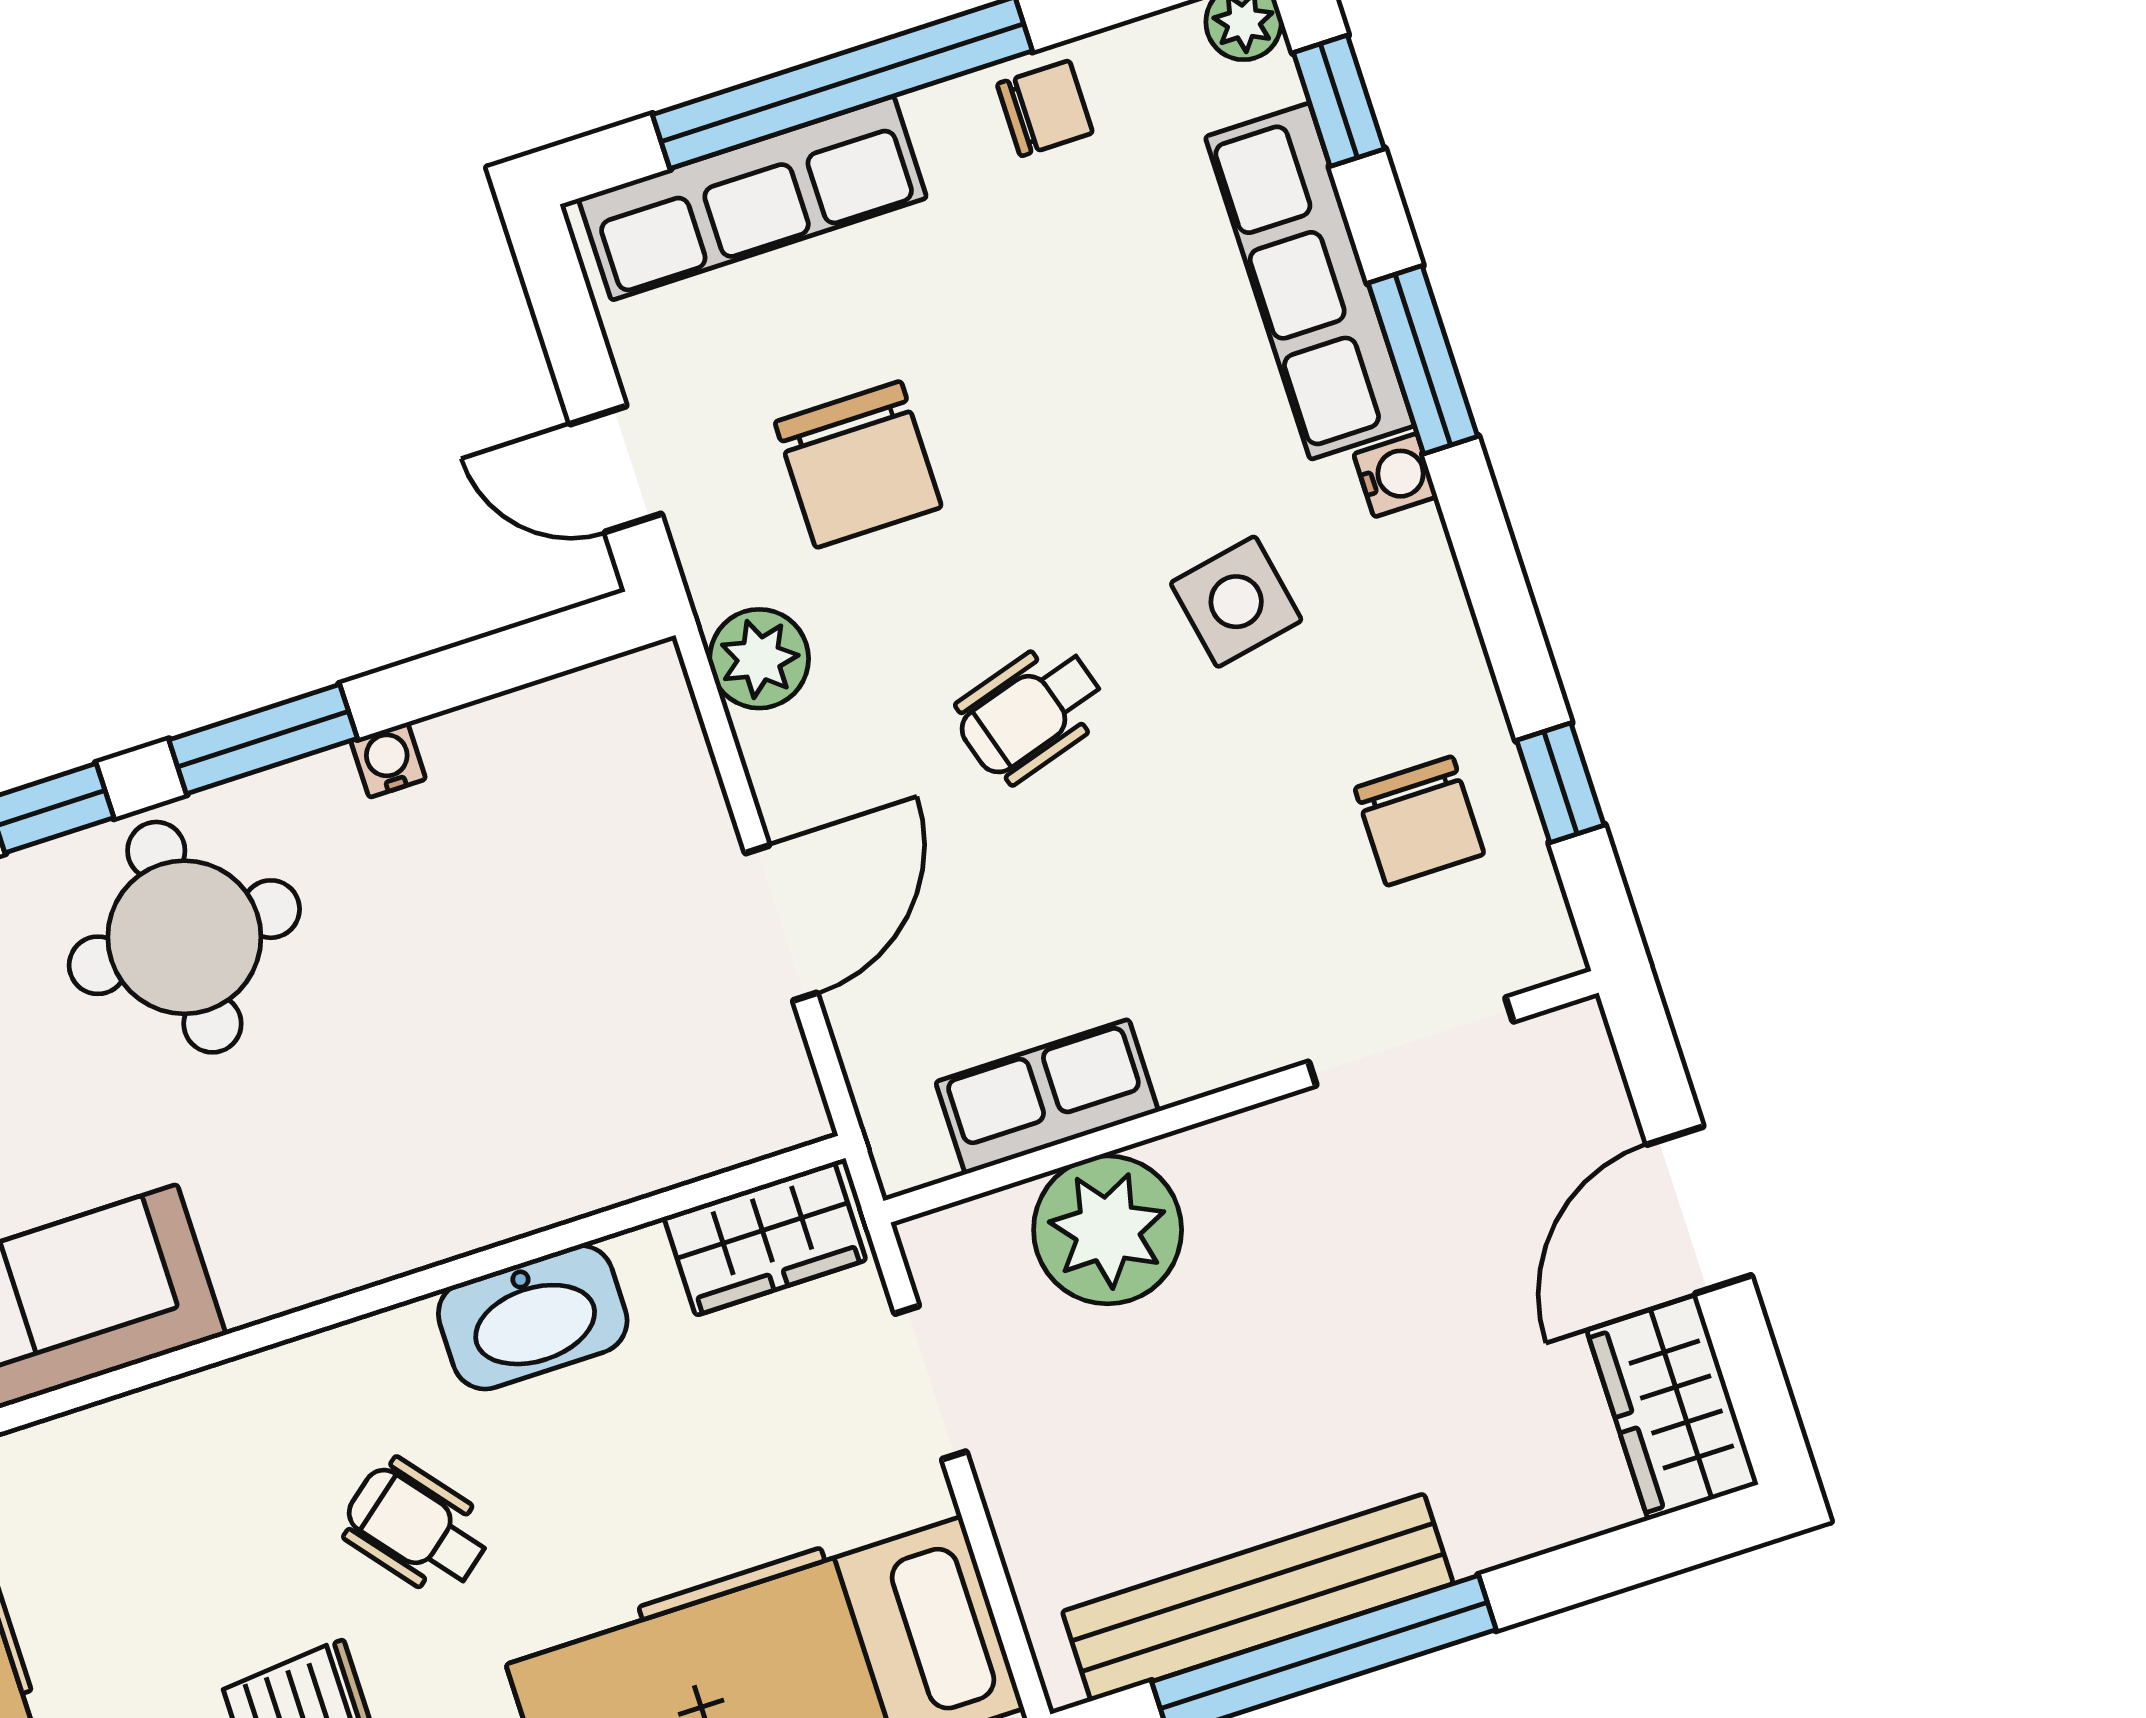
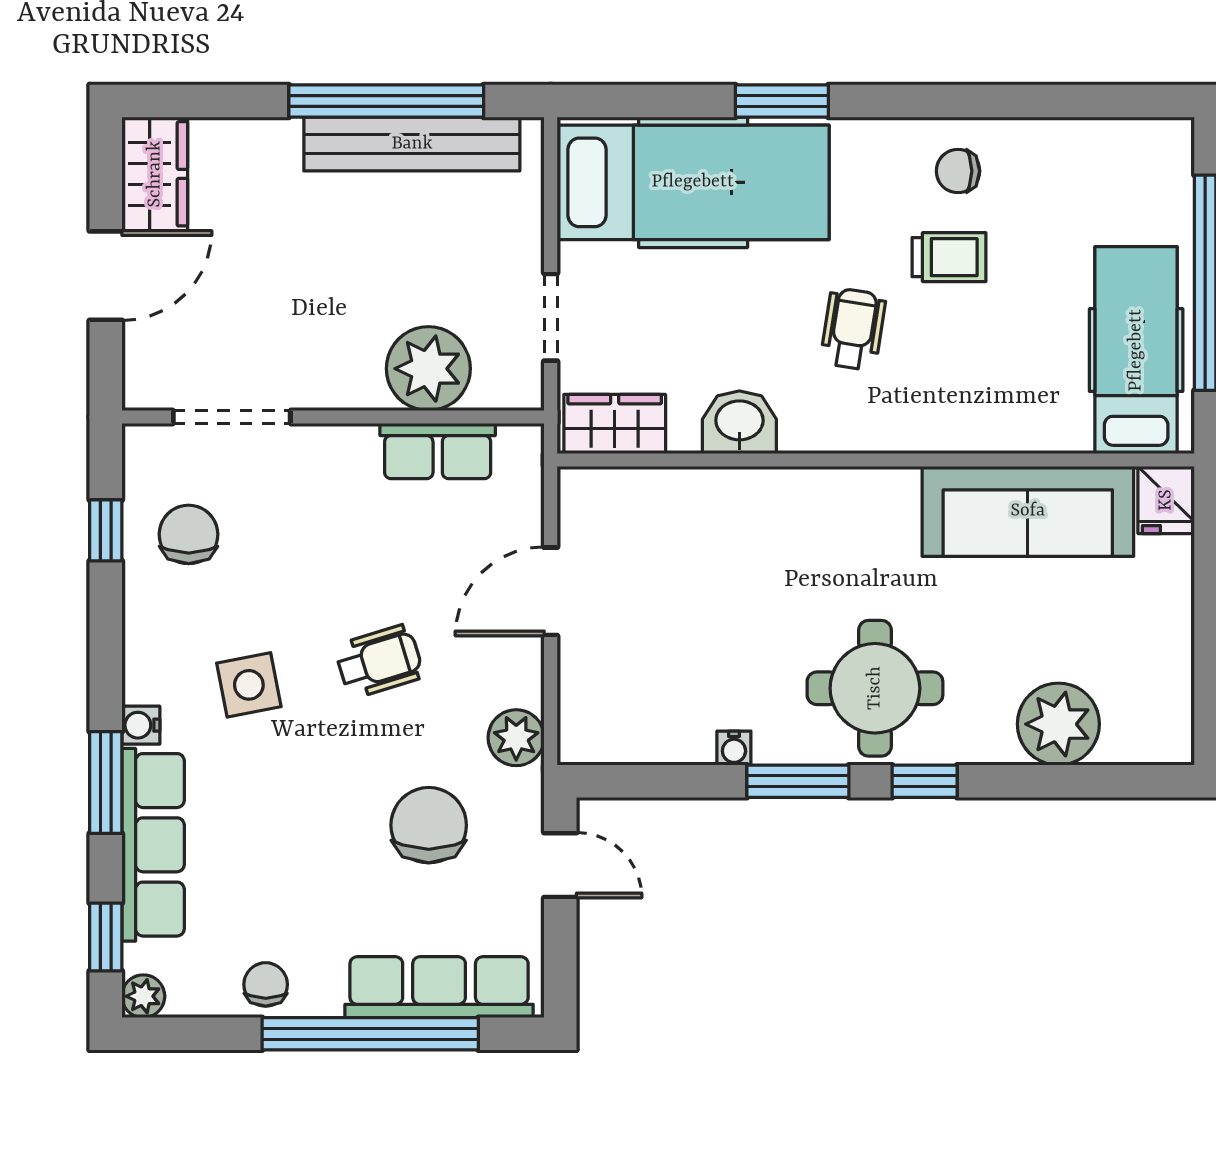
chair: (1045, 108) -> (266, 984), turned 90
washbasin: (533, 1317) -> (739, 422), width x0.72
wheelchair: (417, 1528) -> (853, 329), turned -132

